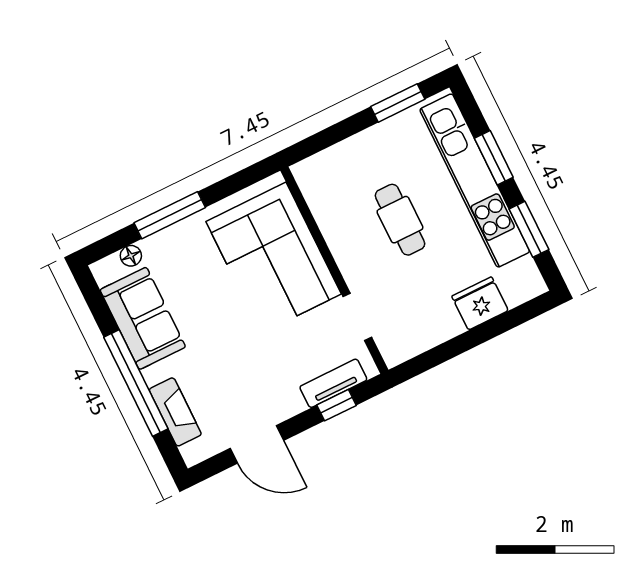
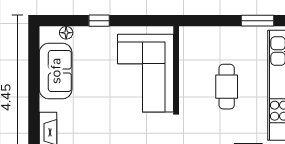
window: (170, 215) -> (99, 21), width x0.46
window: (136, 383) -> (34, 105), removed

